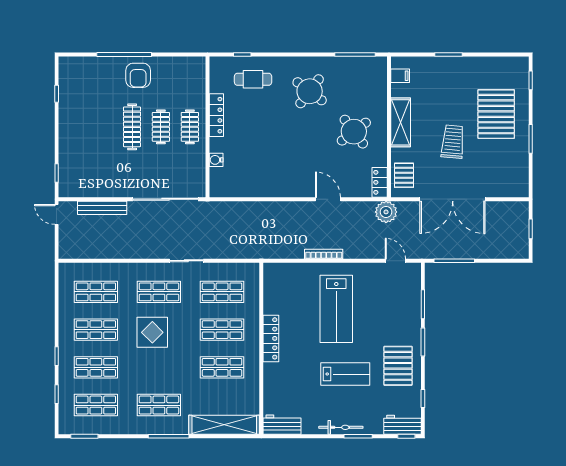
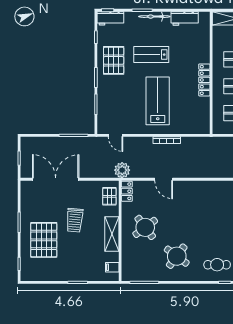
double door: (453, 199) -> (56, 179), moved
workbench: (282, 425) -> (185, 19), moved

